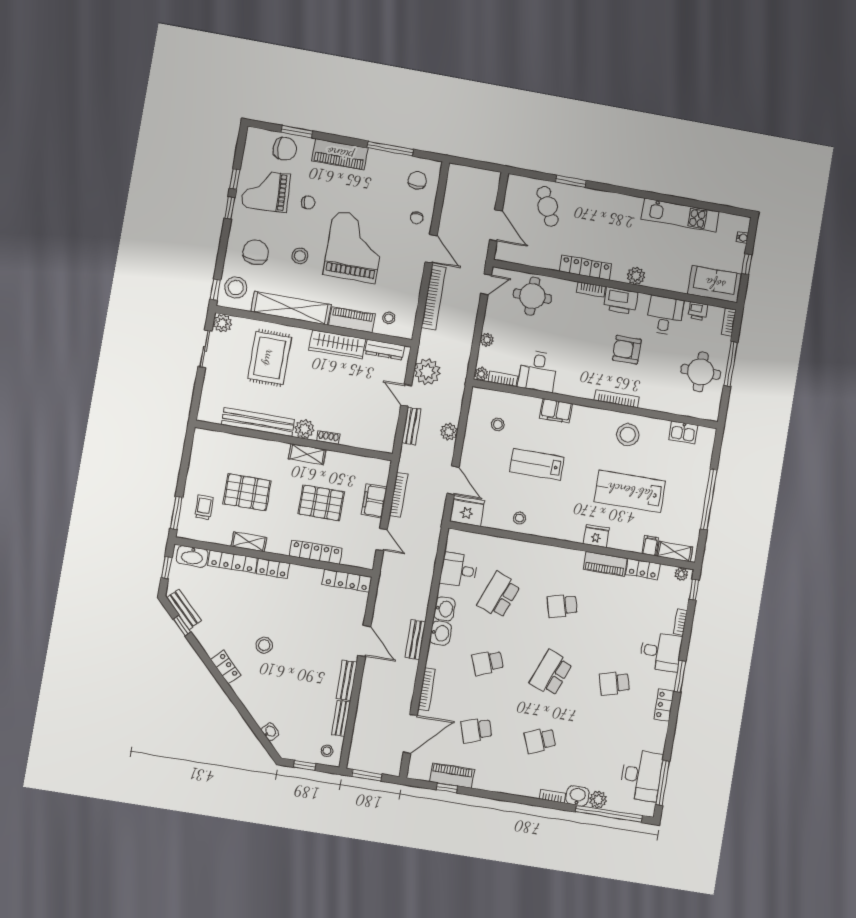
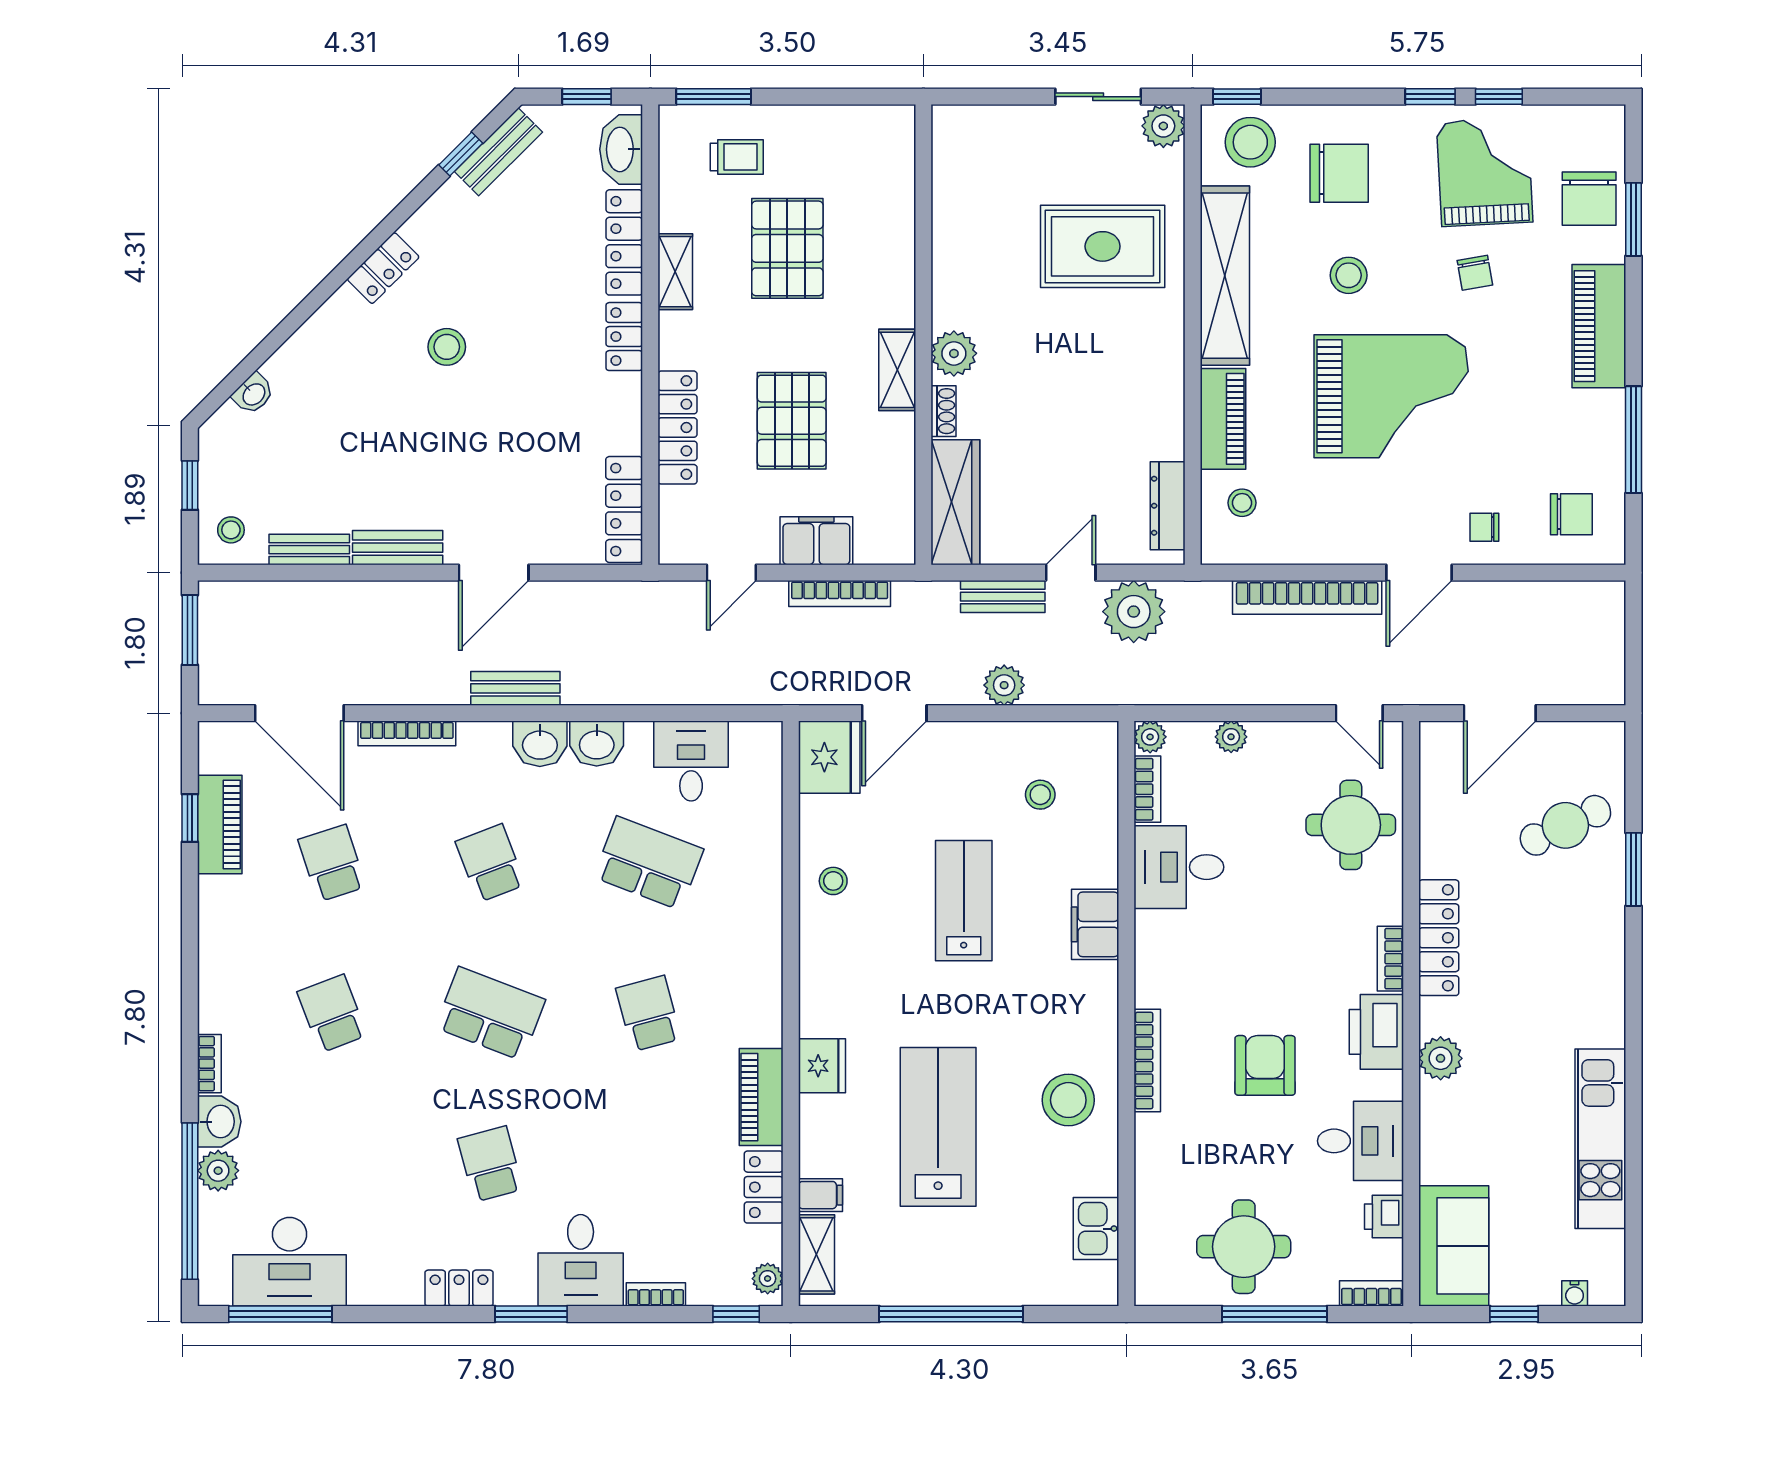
wardrobe: (338, 344) -> (955, 502), moved, turned 180
bench: (258, 422) -> (952, 246), removed

